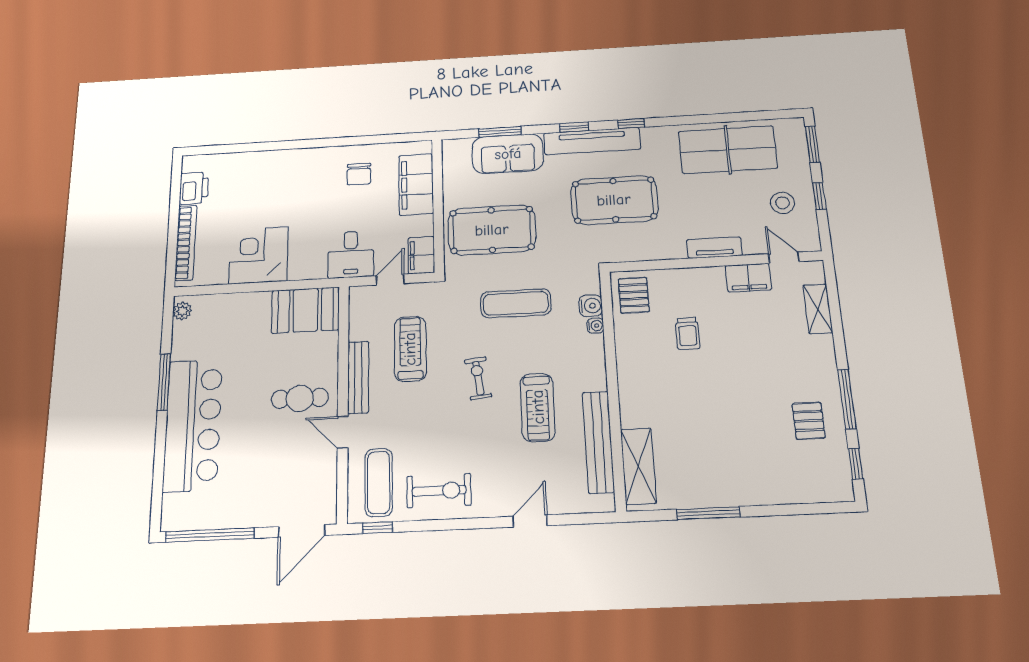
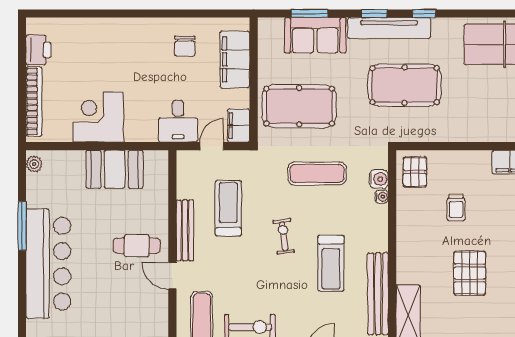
tv unit: (714, 248) -> (485, 134), removed
booth: (305, 310) -> (115, 169), moved
pallet: (712, 411) -> (470, 273), added

